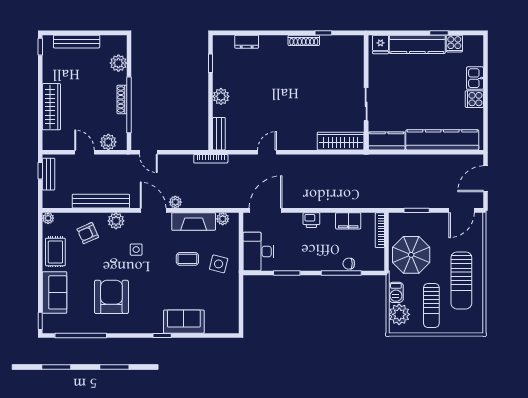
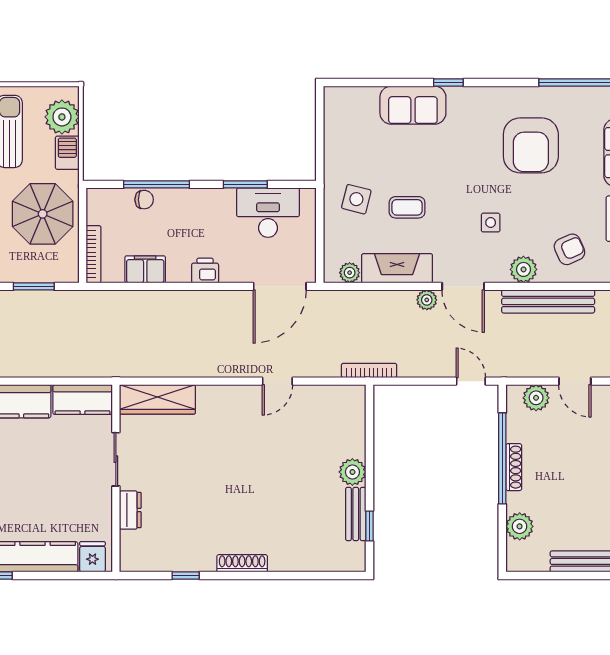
shoe rack: (304, 40) -> (242, 563), moved
dresser: (247, 42) -> (130, 510), moved, turned 90
bench: (219, 134) -> (356, 514), moved
desk: (258, 251) -> (268, 213), moved, turned -90

